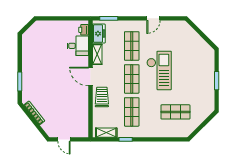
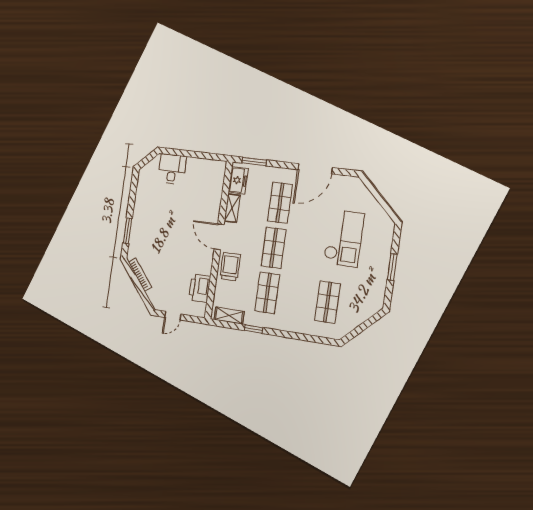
door: (153, 18) -> (315, 169), width x1.88
printer: (84, 30) -> (200, 288), moved, width x1.87, depth x1.48
desk: (78, 46) -> (172, 169), moved, turned -90
checkout: (159, 70) -> (344, 238), moved
shop shelf: (175, 112) -> (327, 302), turned 90
door: (64, 139) -> (173, 316), hinge flipped

